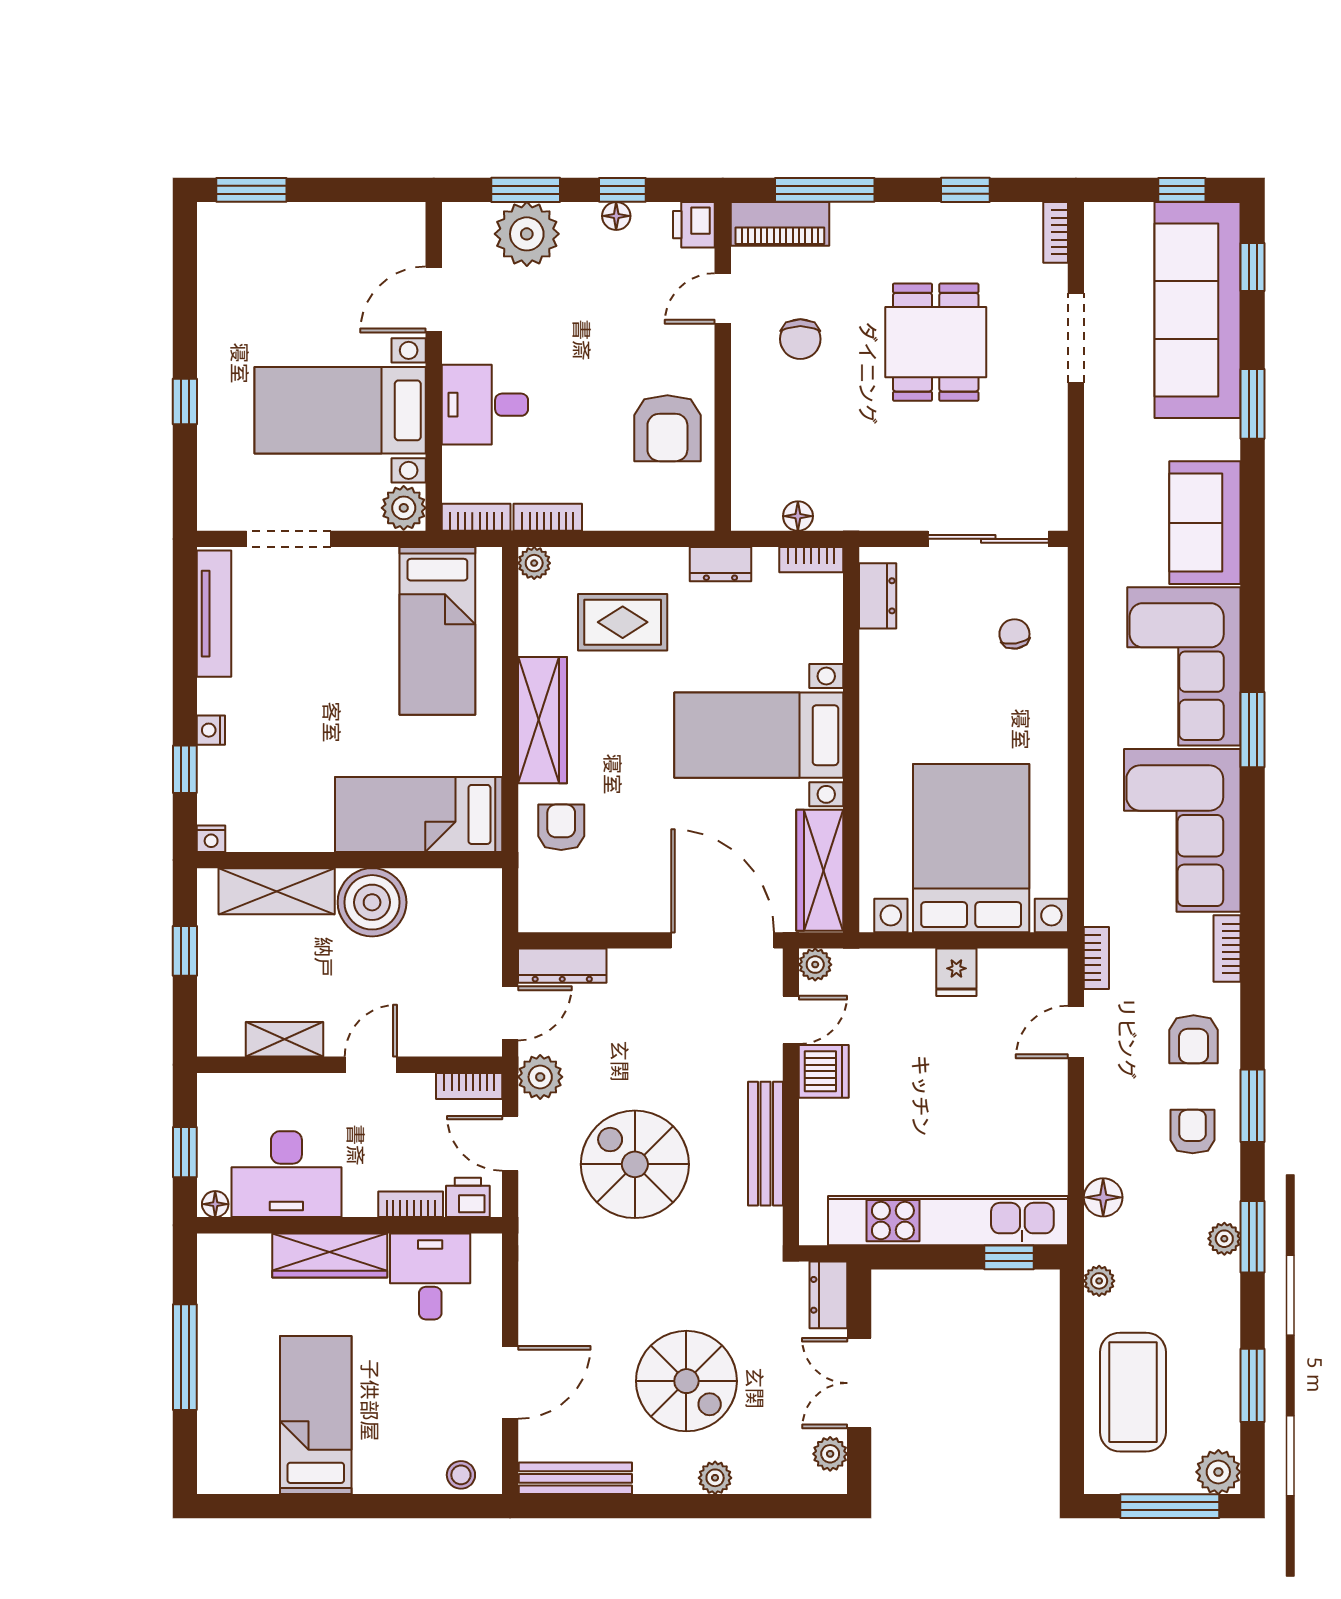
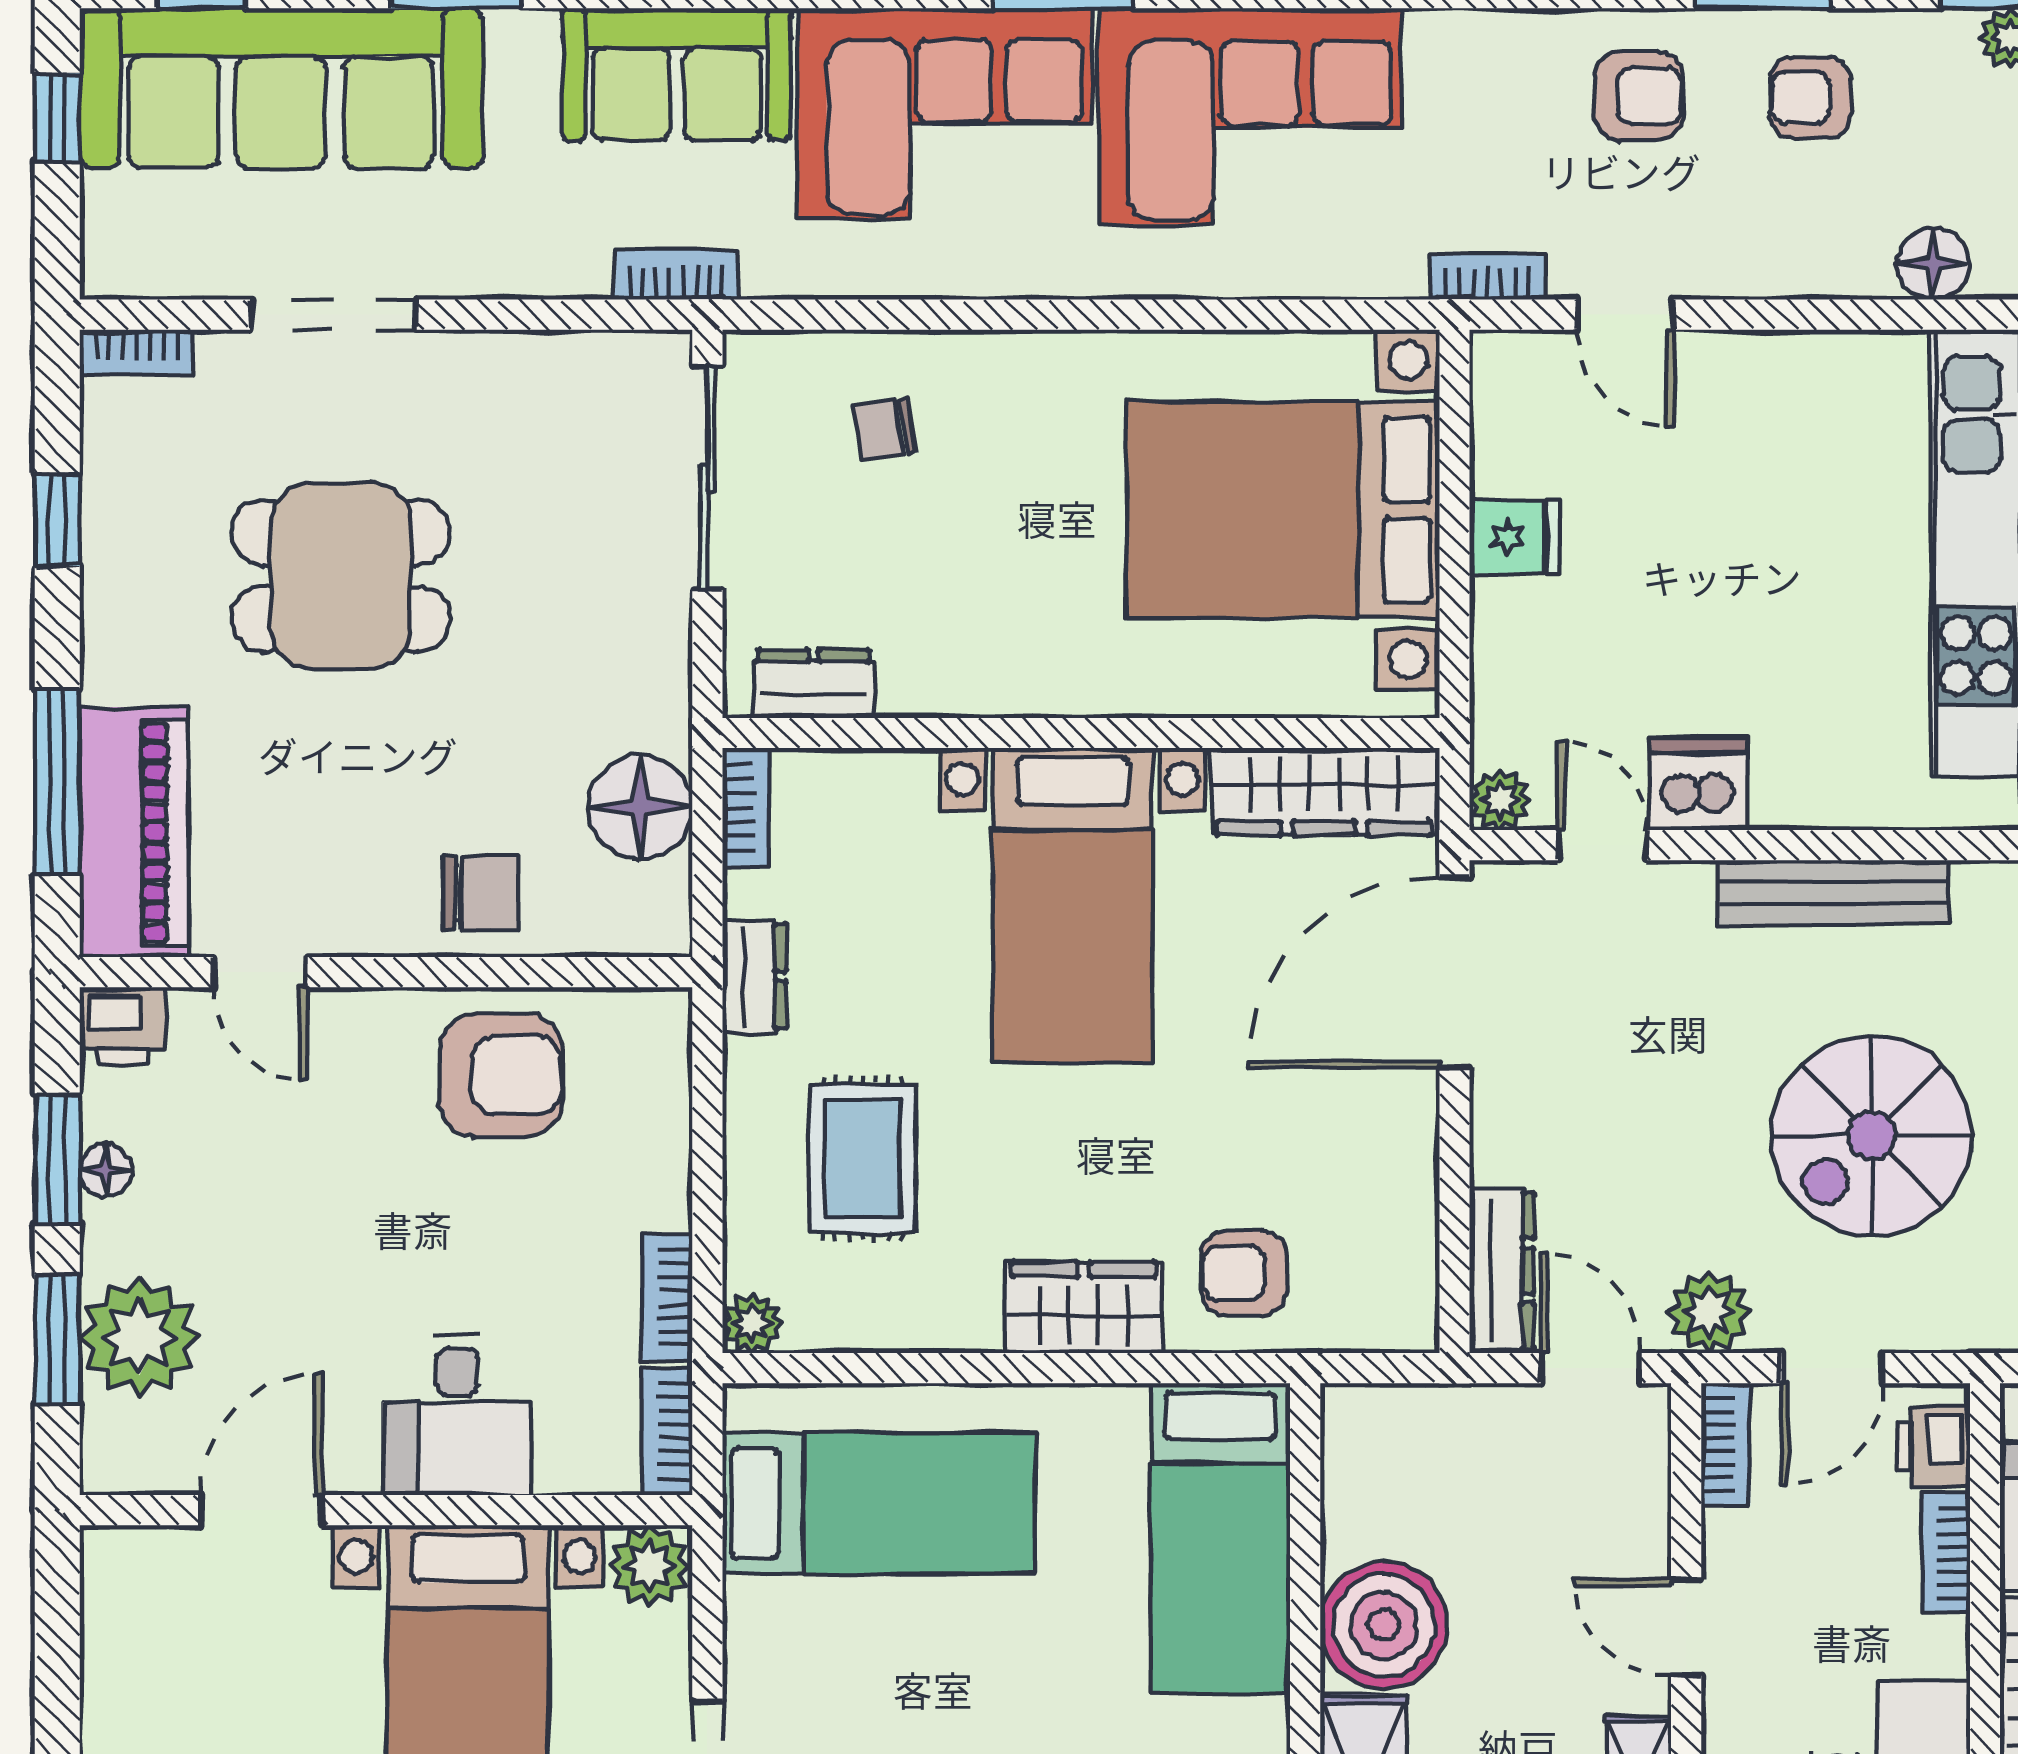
window: (622, 190) -> (57, 1159), width x1.50
piano: (780, 224) -> (134, 832), width x1.37, depth x1.33
door: (434, 299) -> (261, 1510), swing flipped
chair: (800, 339) -> (480, 893), moved
floor lamp: (798, 516) -> (640, 808), width x1.89, depth x1.89
wardrobe: (543, 720) -> (1084, 1308), width x0.67
bookcase: (1227, 948) -> (676, 275), moved, turned 180

